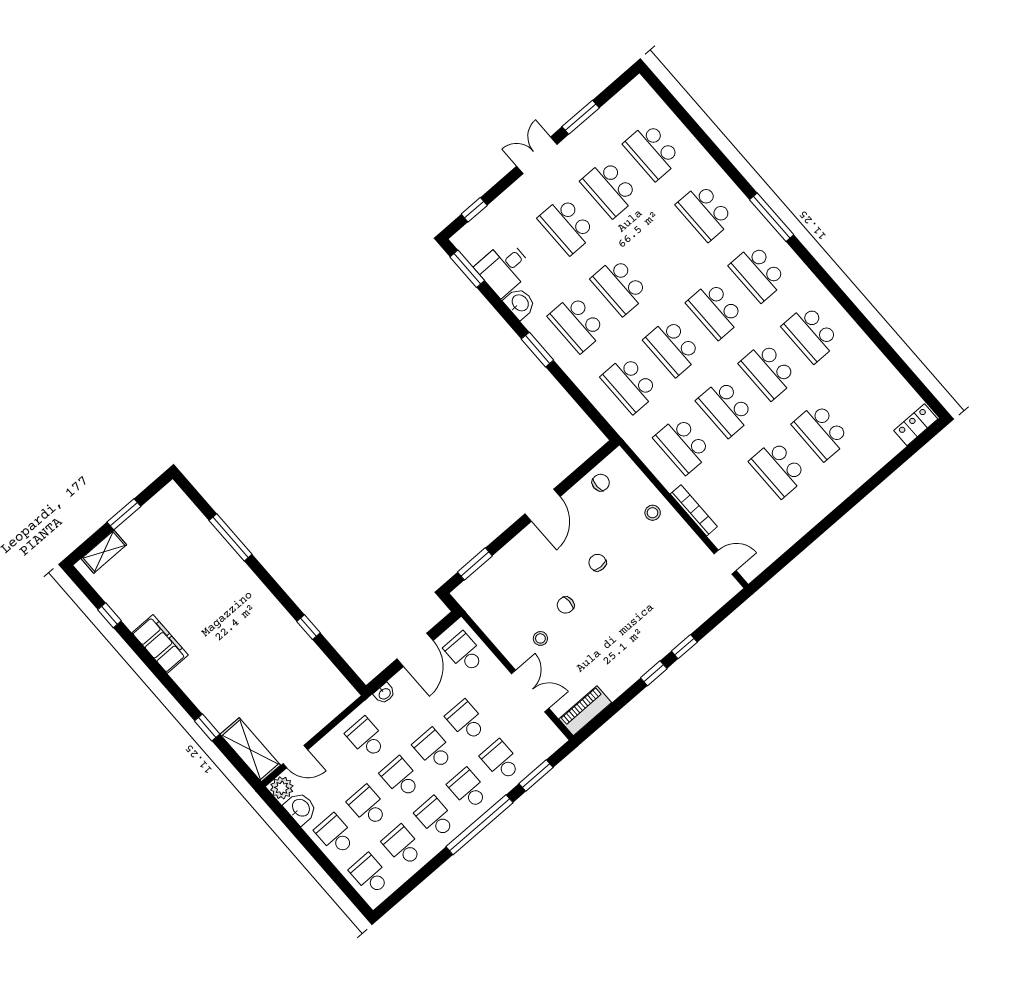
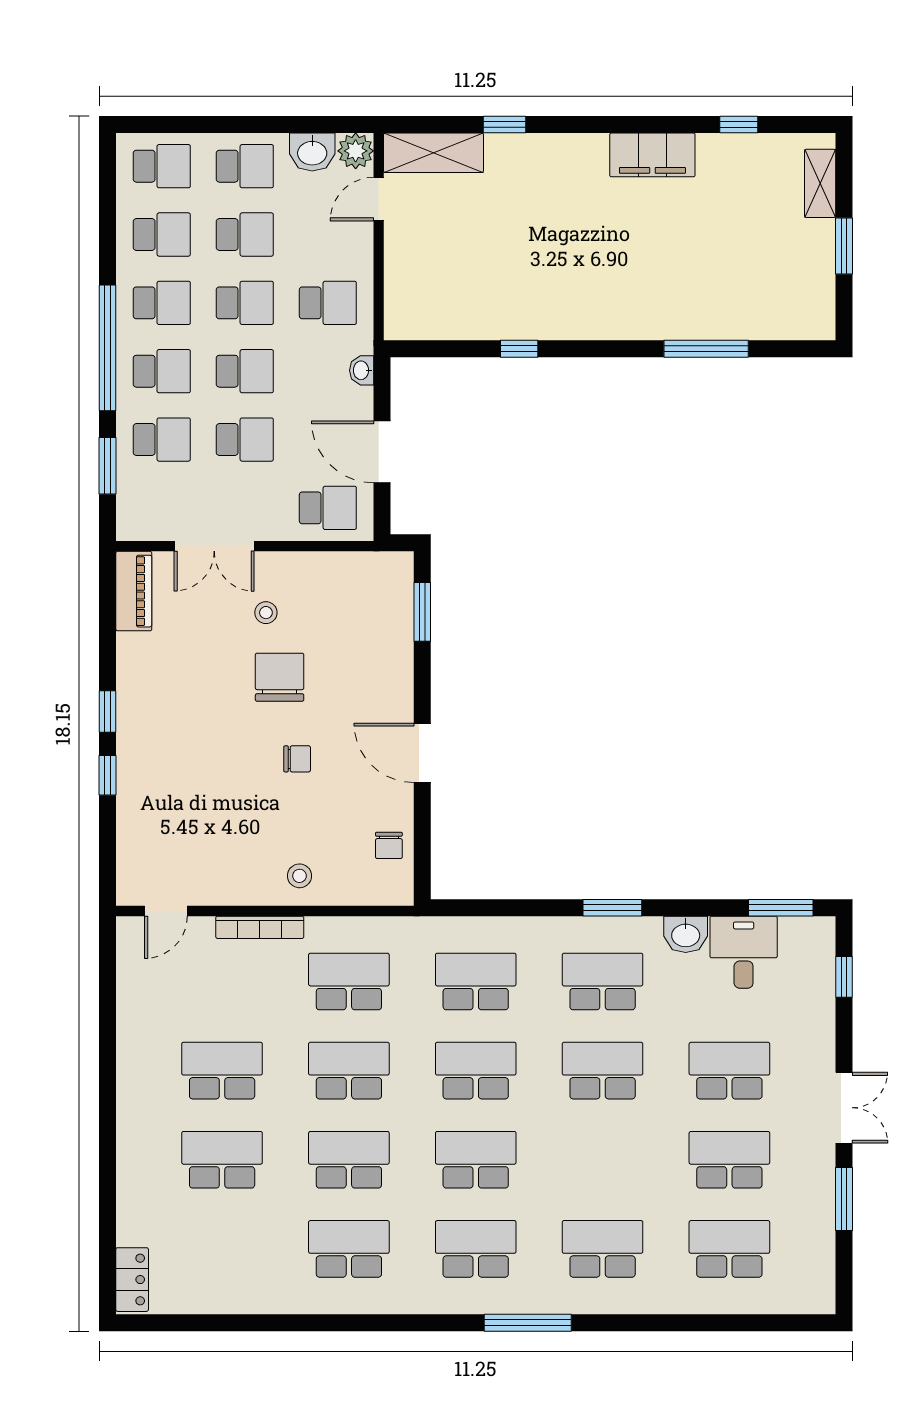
chair: (566, 605) -> (280, 677), width x1.87, depth x1.87

